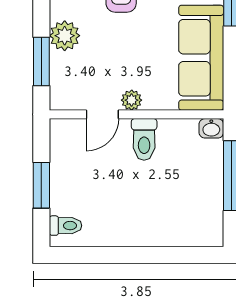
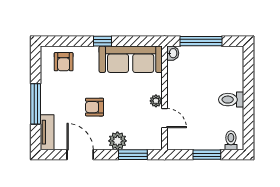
toilet: (144, 139) -> (231, 100), moved, turned 180

